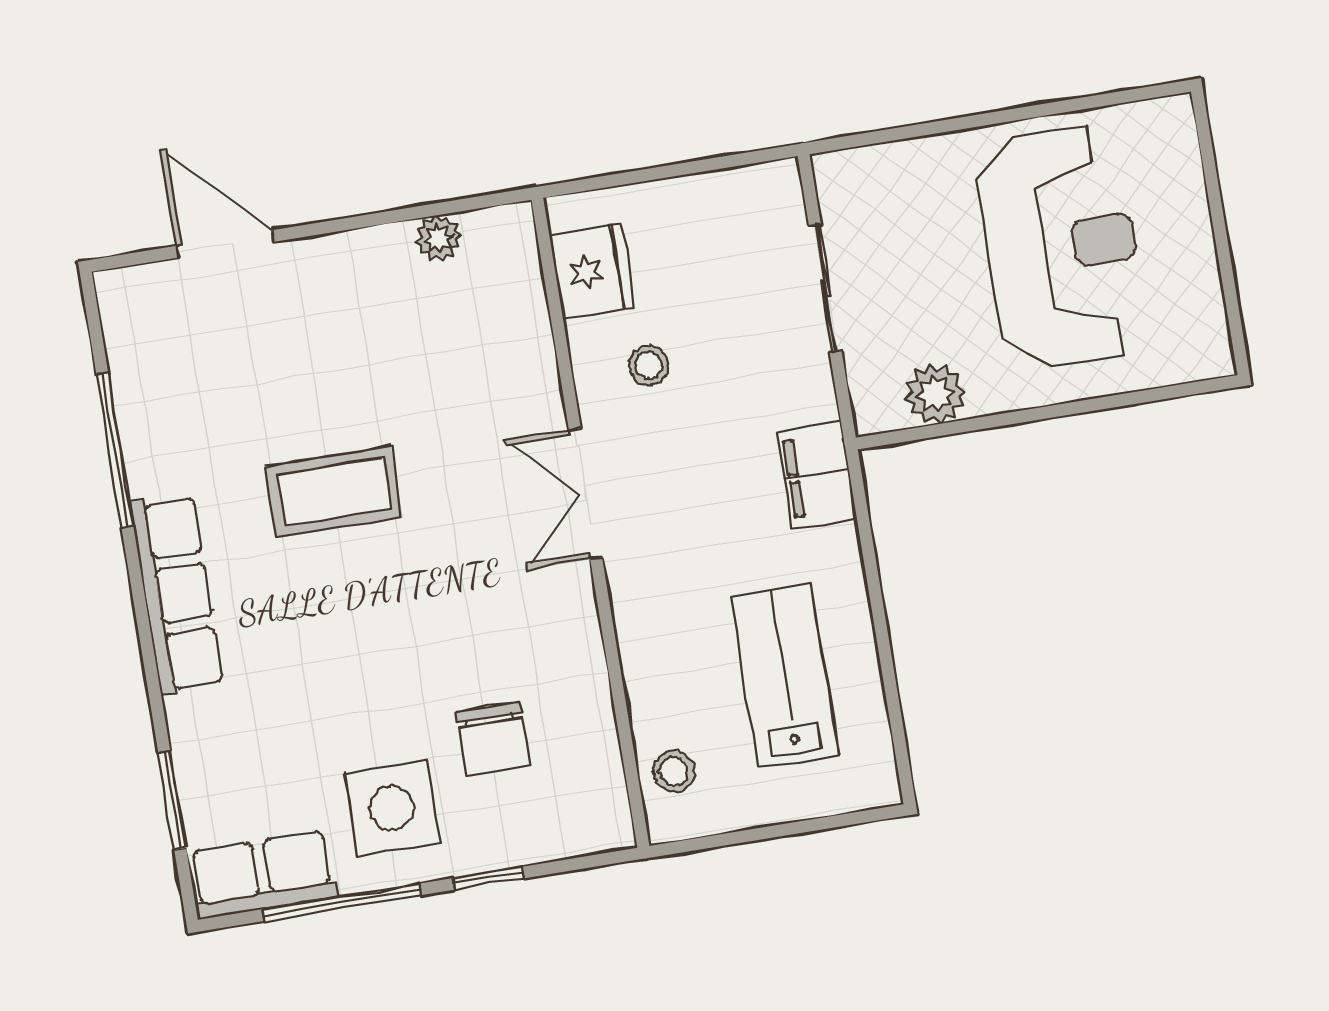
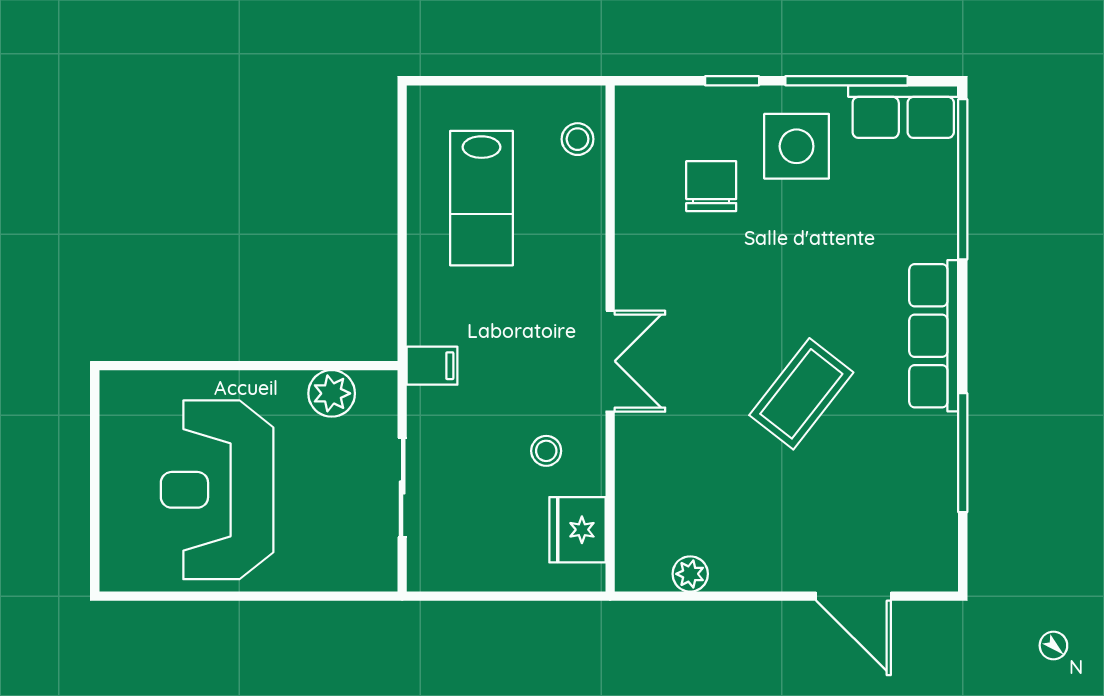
filing cabinet: (817, 475) -> (432, 366), width x0.50
coffee table: (334, 492) -> (801, 394), turned -52
window: (172, 800) -> (963, 179), width x2.11

